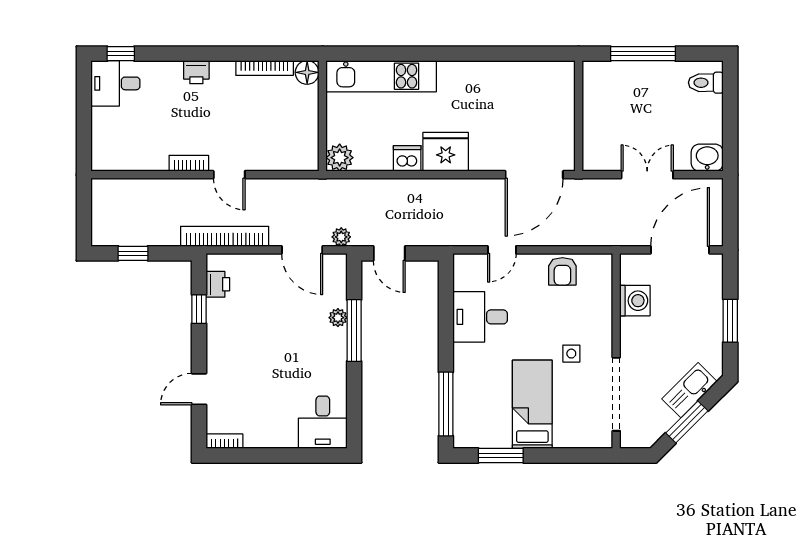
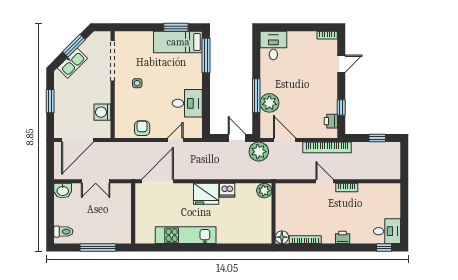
kitchen unit: (381, 76) -> (186, 235), moved
plant: (341, 237) -> (259, 152), width x1.87, depth x1.87
plant: (338, 318) -> (269, 103), width x1.88, depth x1.88
bed: (532, 404) -> (178, 42), moved, turned 90

